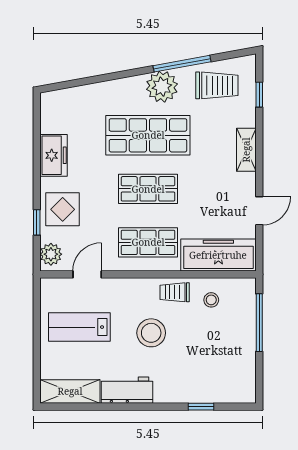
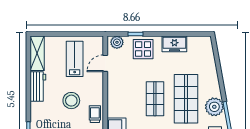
shop shelf: (148, 242) -> (124, 99), removed
door: (87, 274) -> (105, 63), swing flipped

